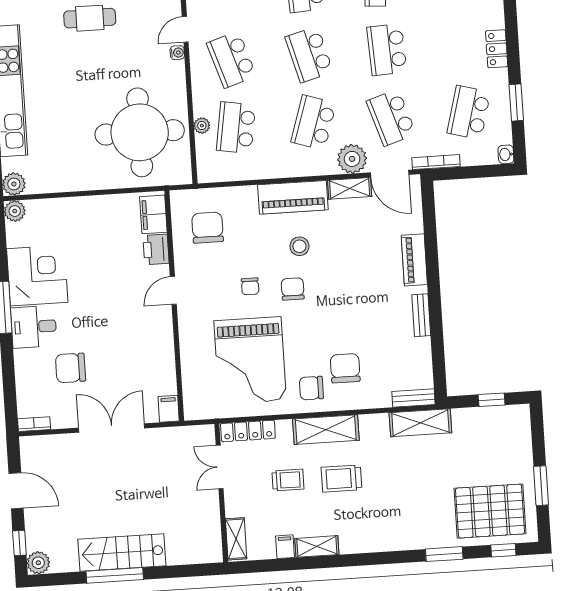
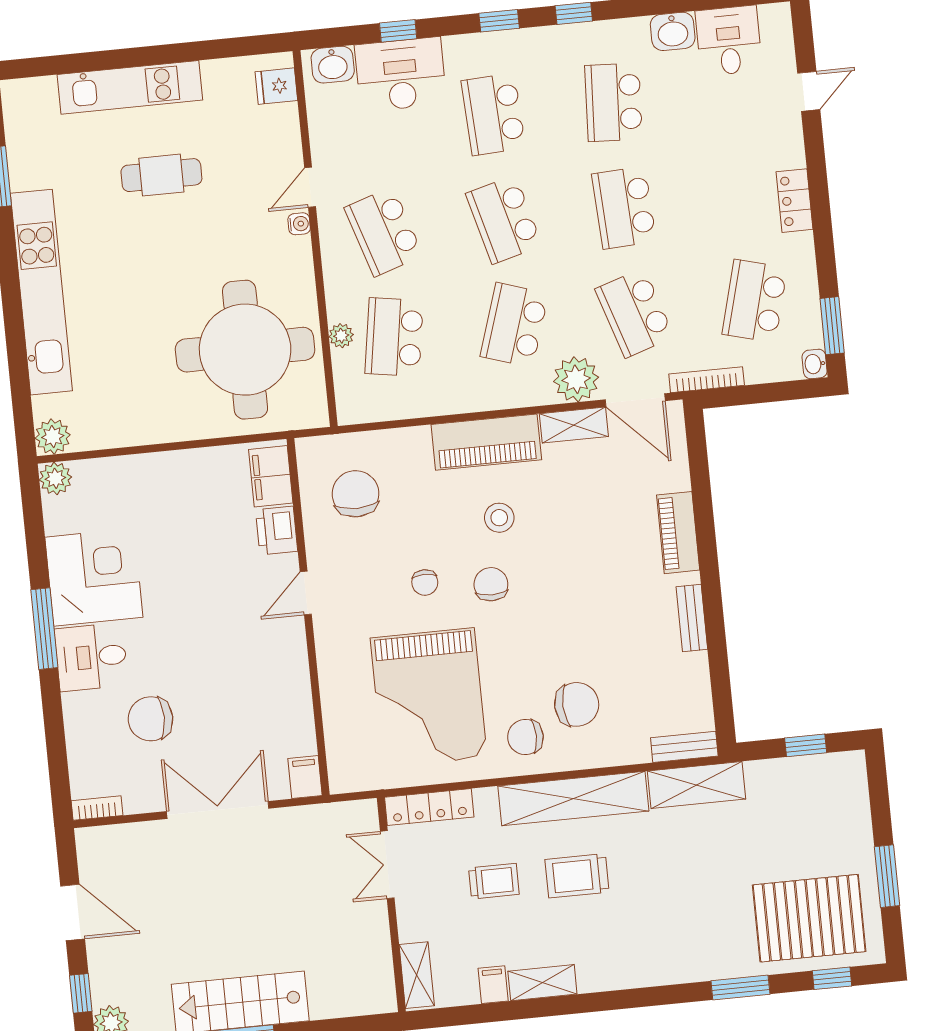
window: (516, 102) -> (832, 326), moved
chair: (345, 368) -> (577, 704), turned 88
shelving: (326, 430) -> (573, 798), width x1.47

